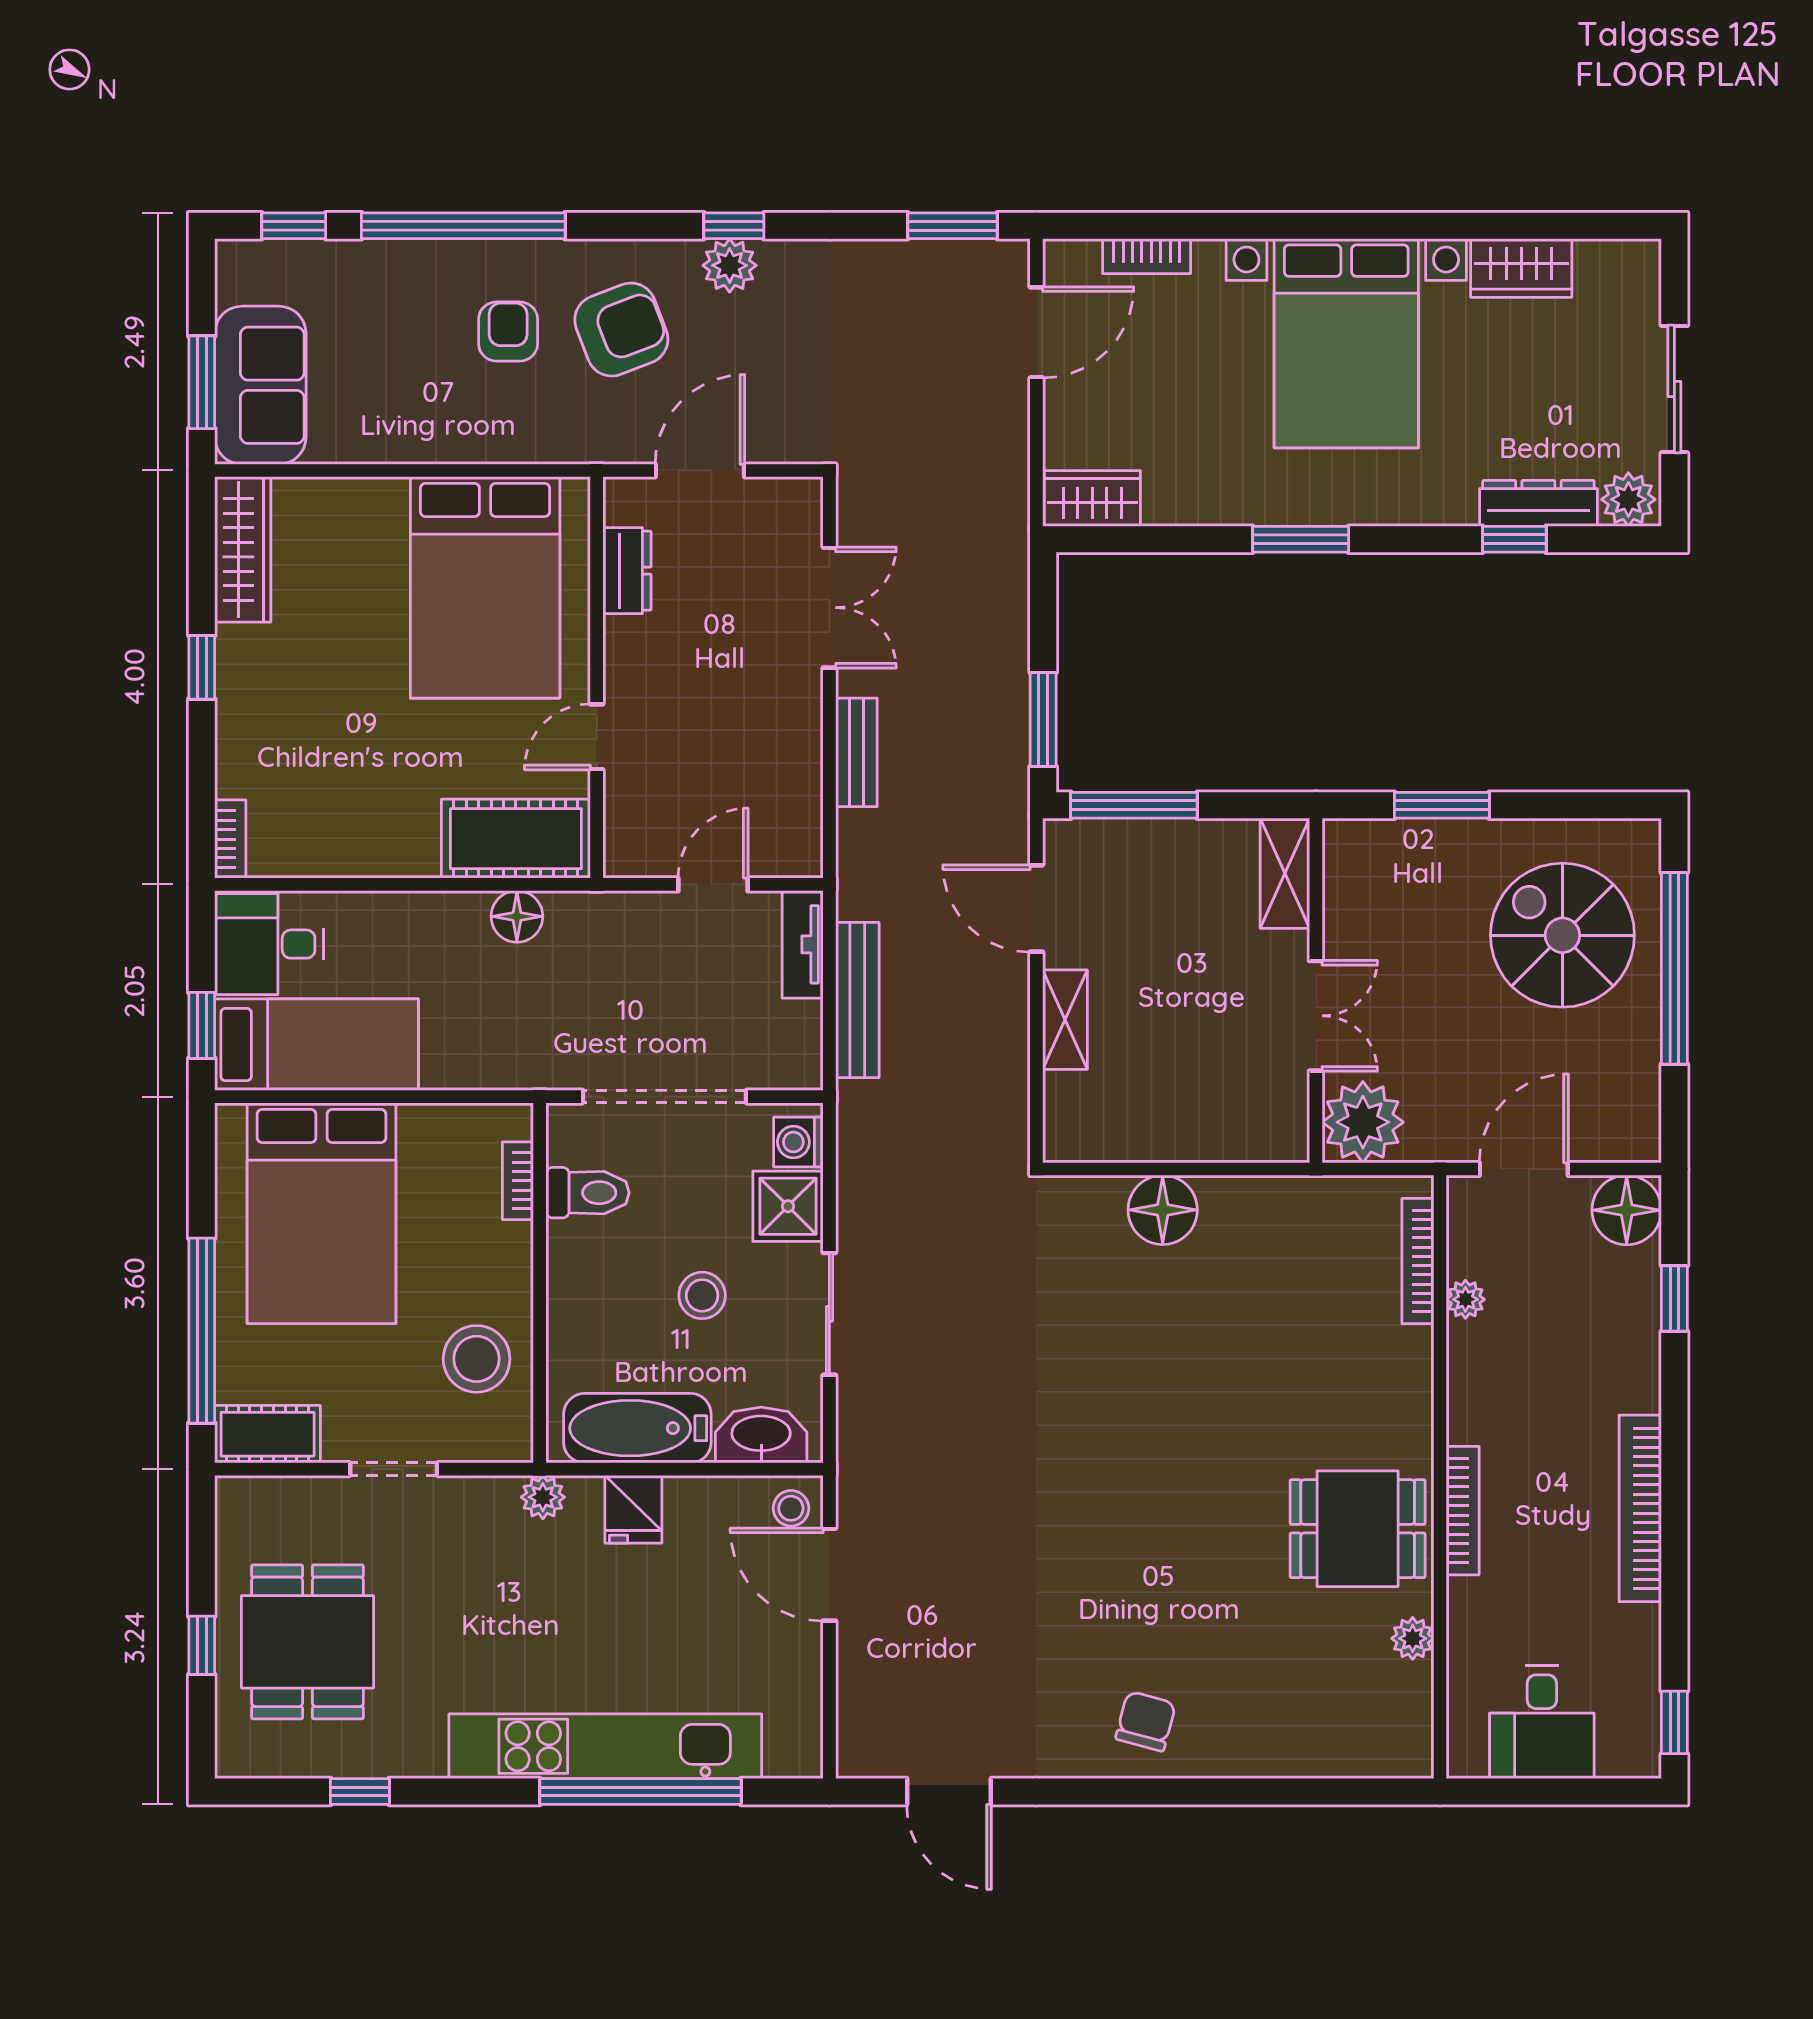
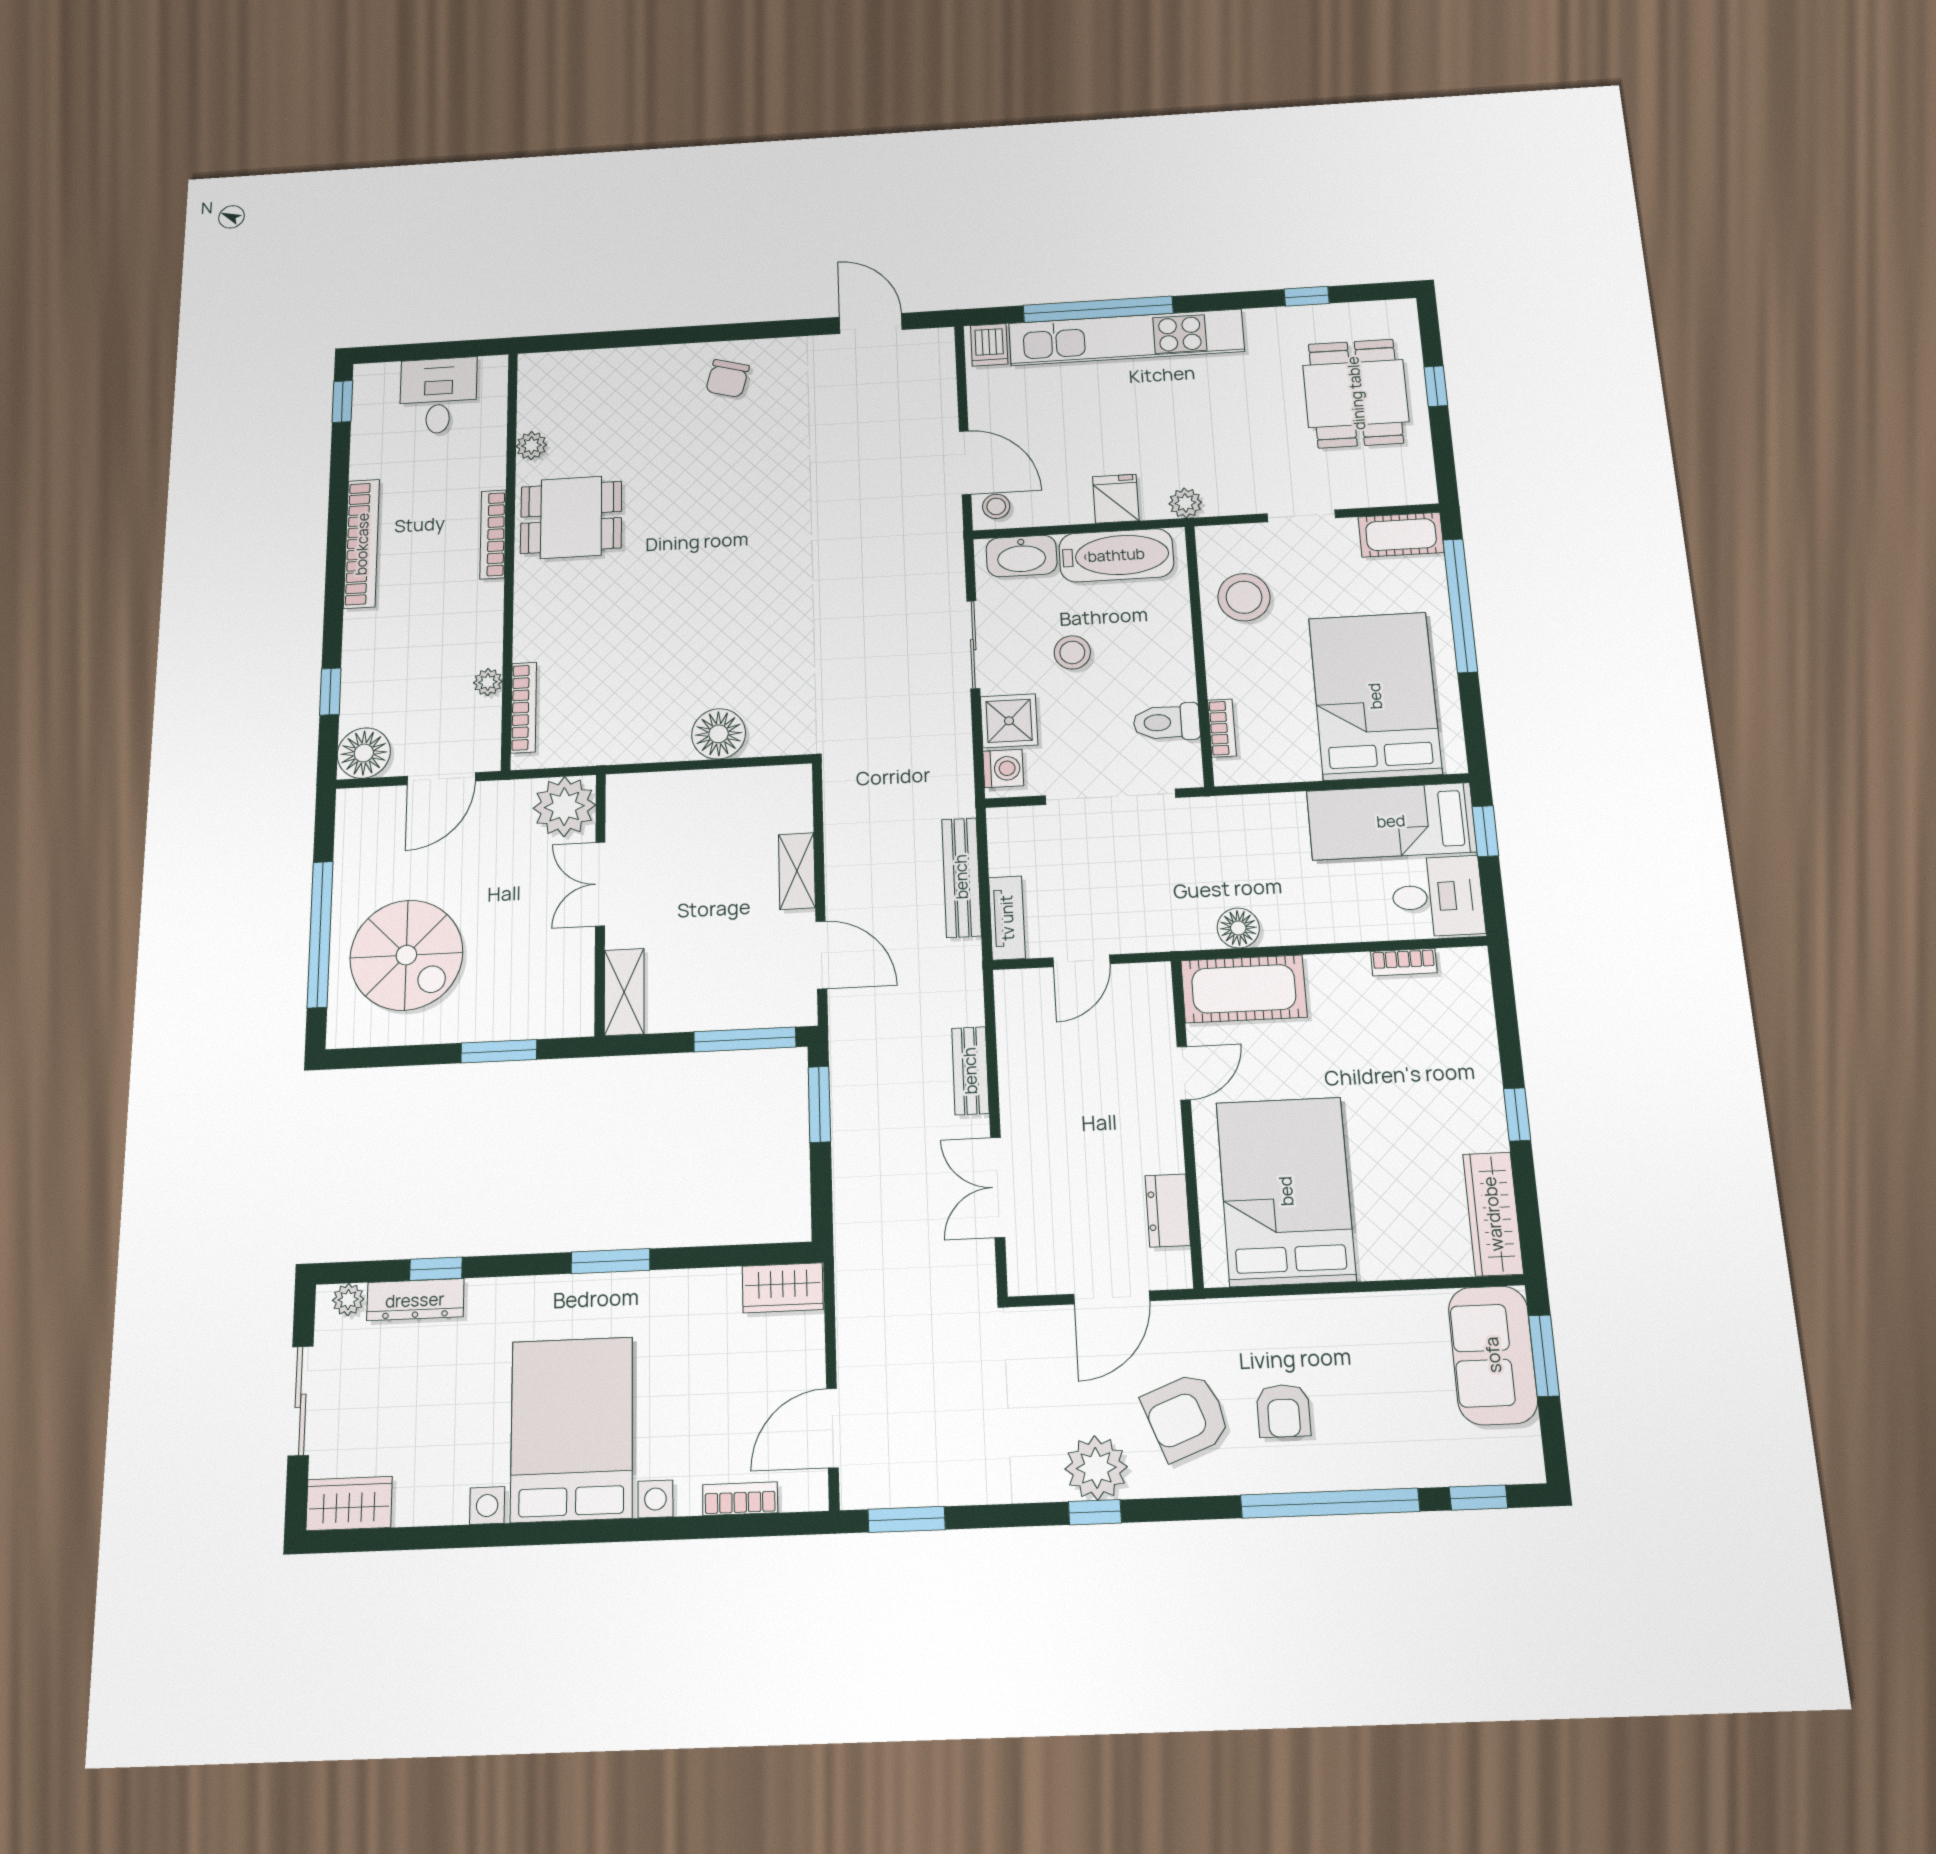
plant: (730, 265) -> (1096, 1468), width x1.36, depth x1.36
wardrobe: (1521, 268) -> (349, 1504), moved
plant: (1628, 499) -> (348, 1300), width x0.73, depth x0.73
bookcase: (230, 839) -> (1404, 962), moved, turned -90
dishwasher: (790, 1748) -> (989, 345), added

